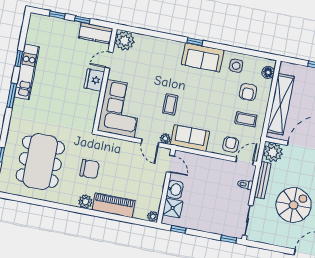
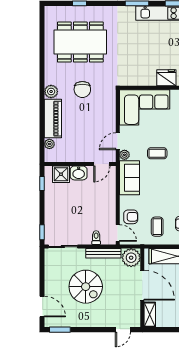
plant: (153, 216) -> (49, 144), moved

